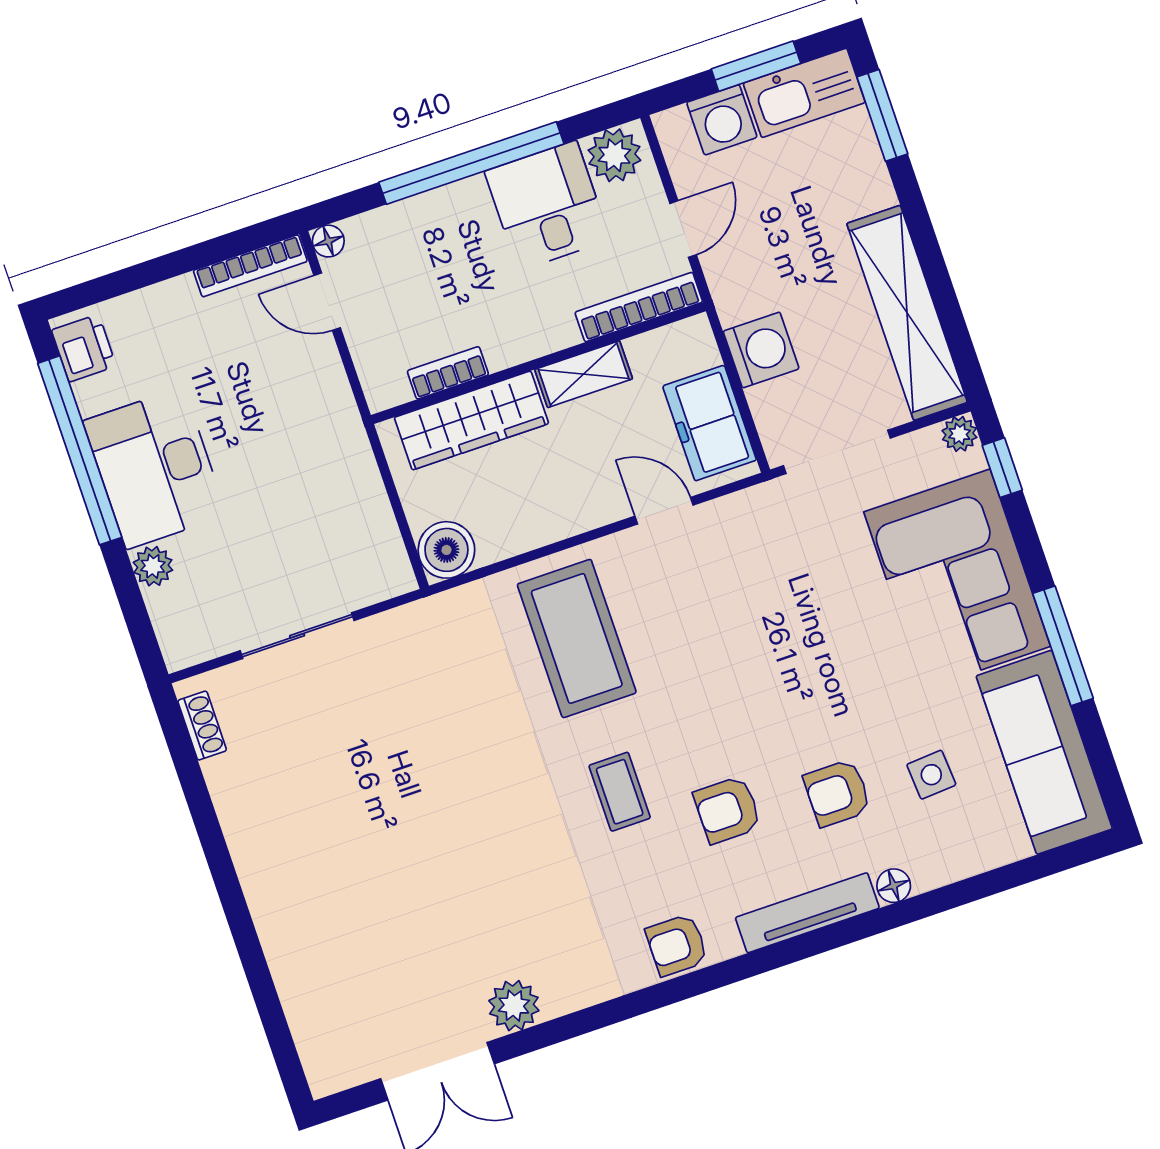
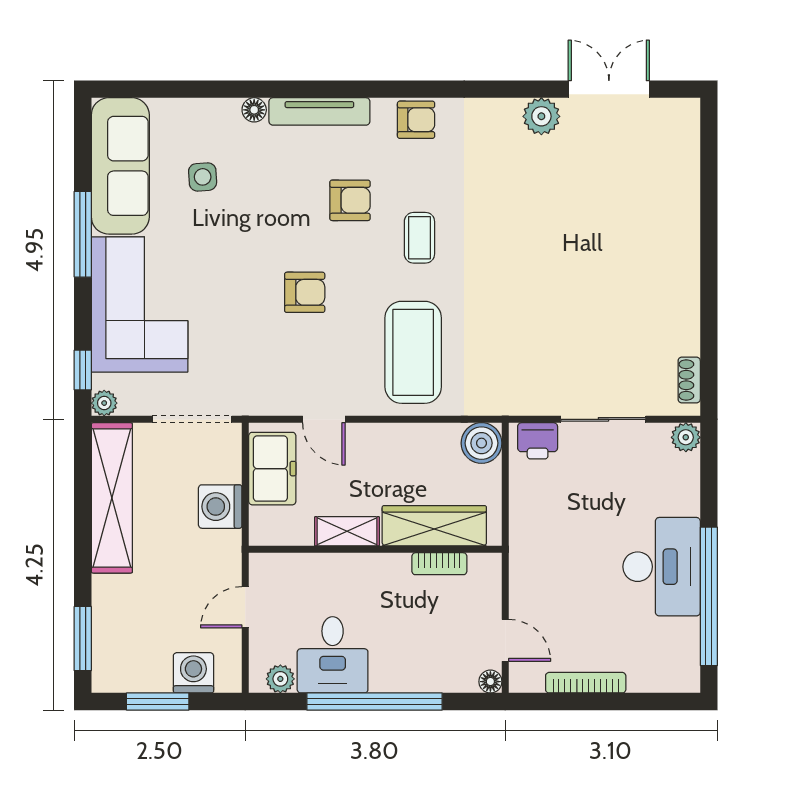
kitchen sink: (804, 93) -> (131, 672), removed
plant: (614, 155) -> (280, 679), width x0.73, depth x0.73
bookcase: (250, 266) -> (586, 683), moved
bookcase: (639, 307) -> (294, 564), removed
printer: (84, 348) -> (538, 441), moved, turned -90
plant: (153, 566) -> (686, 437), moved
armchair: (837, 793) -> (305, 292), moved

